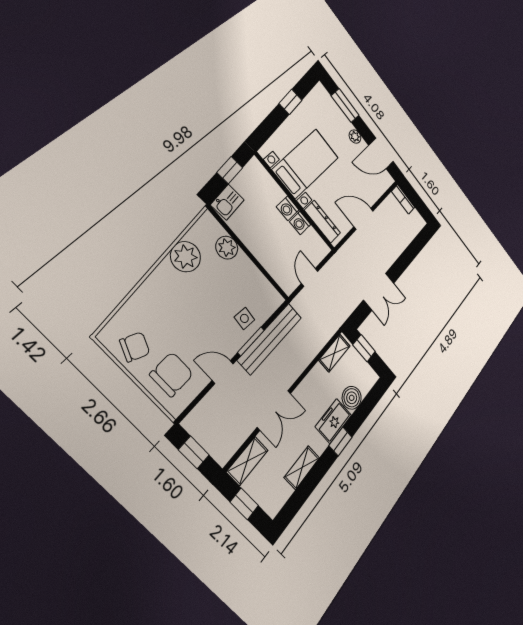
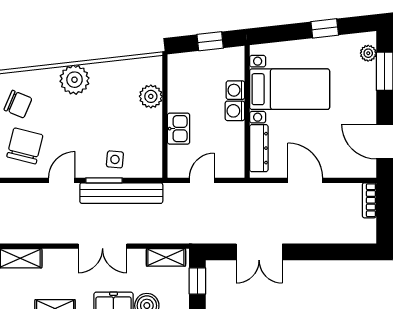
plant: (355, 137) -> (368, 53), moved
kitchen sink: (227, 202) -> (179, 129), moved, turned -84
washing machine: (300, 223) -> (235, 90), moved
plant: (186, 257) -> (74, 80), moved
door: (223, 372) -> (62, 180), hinge flipped
chair: (172, 374) -> (25, 146), turned -76
double door: (274, 410) -> (103, 246), moved

